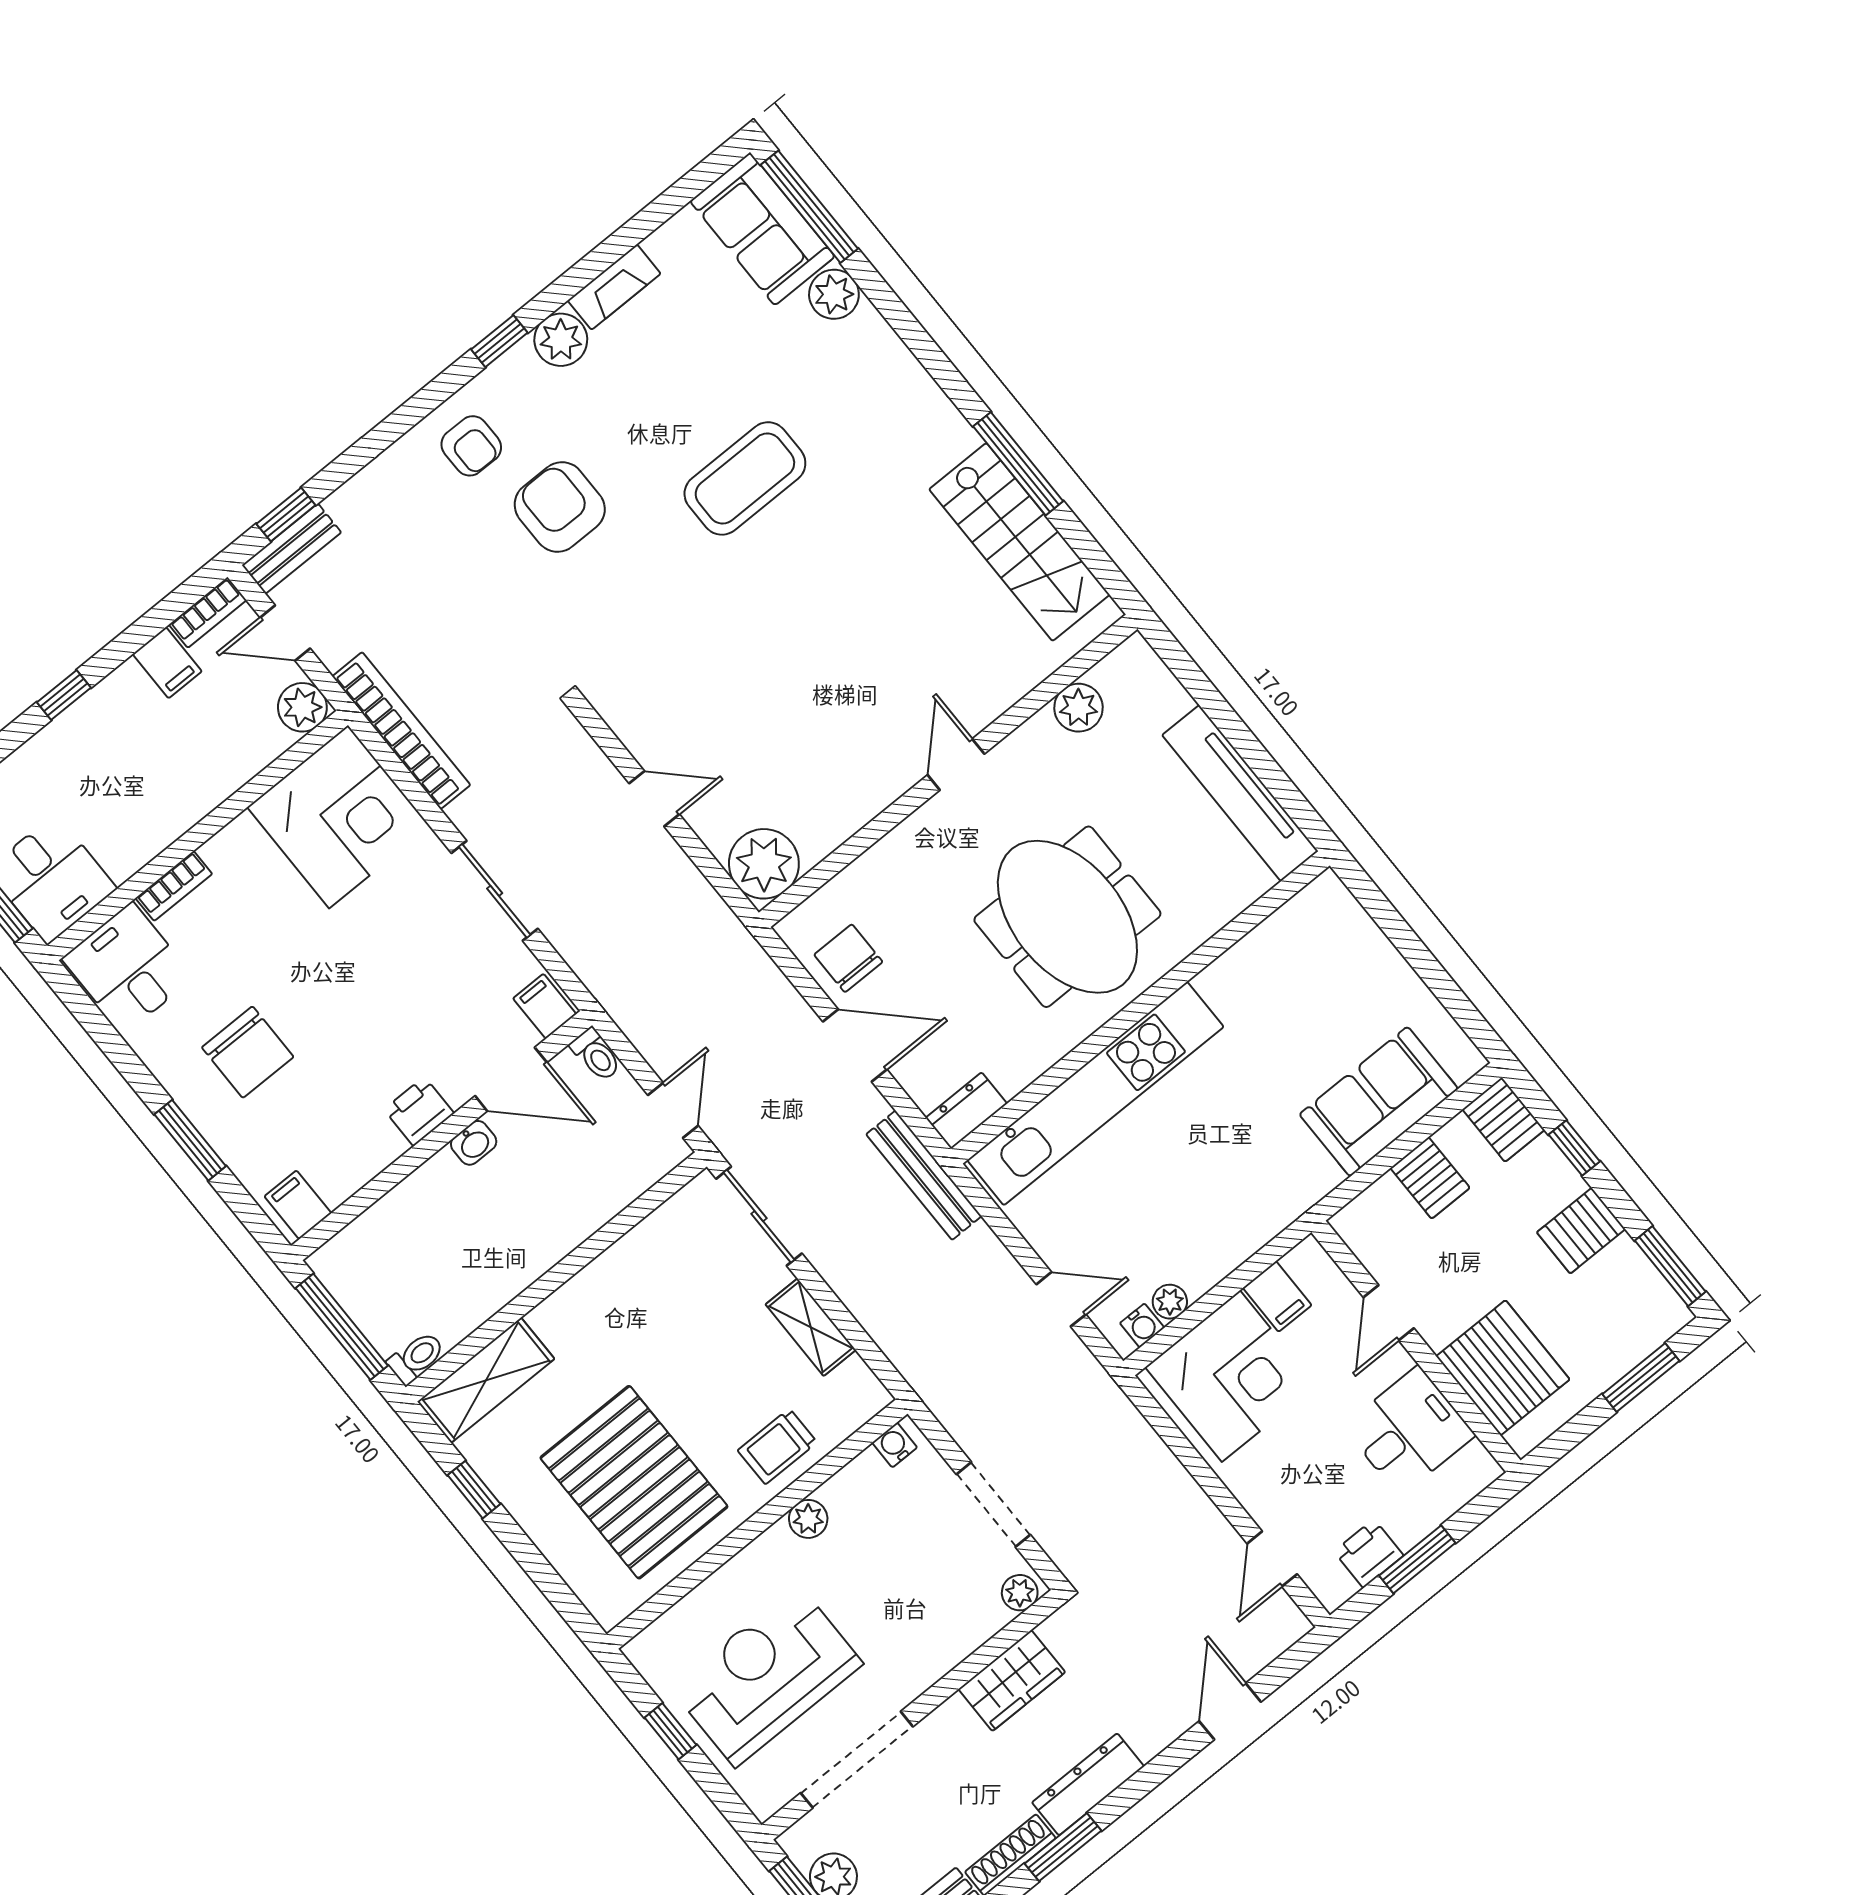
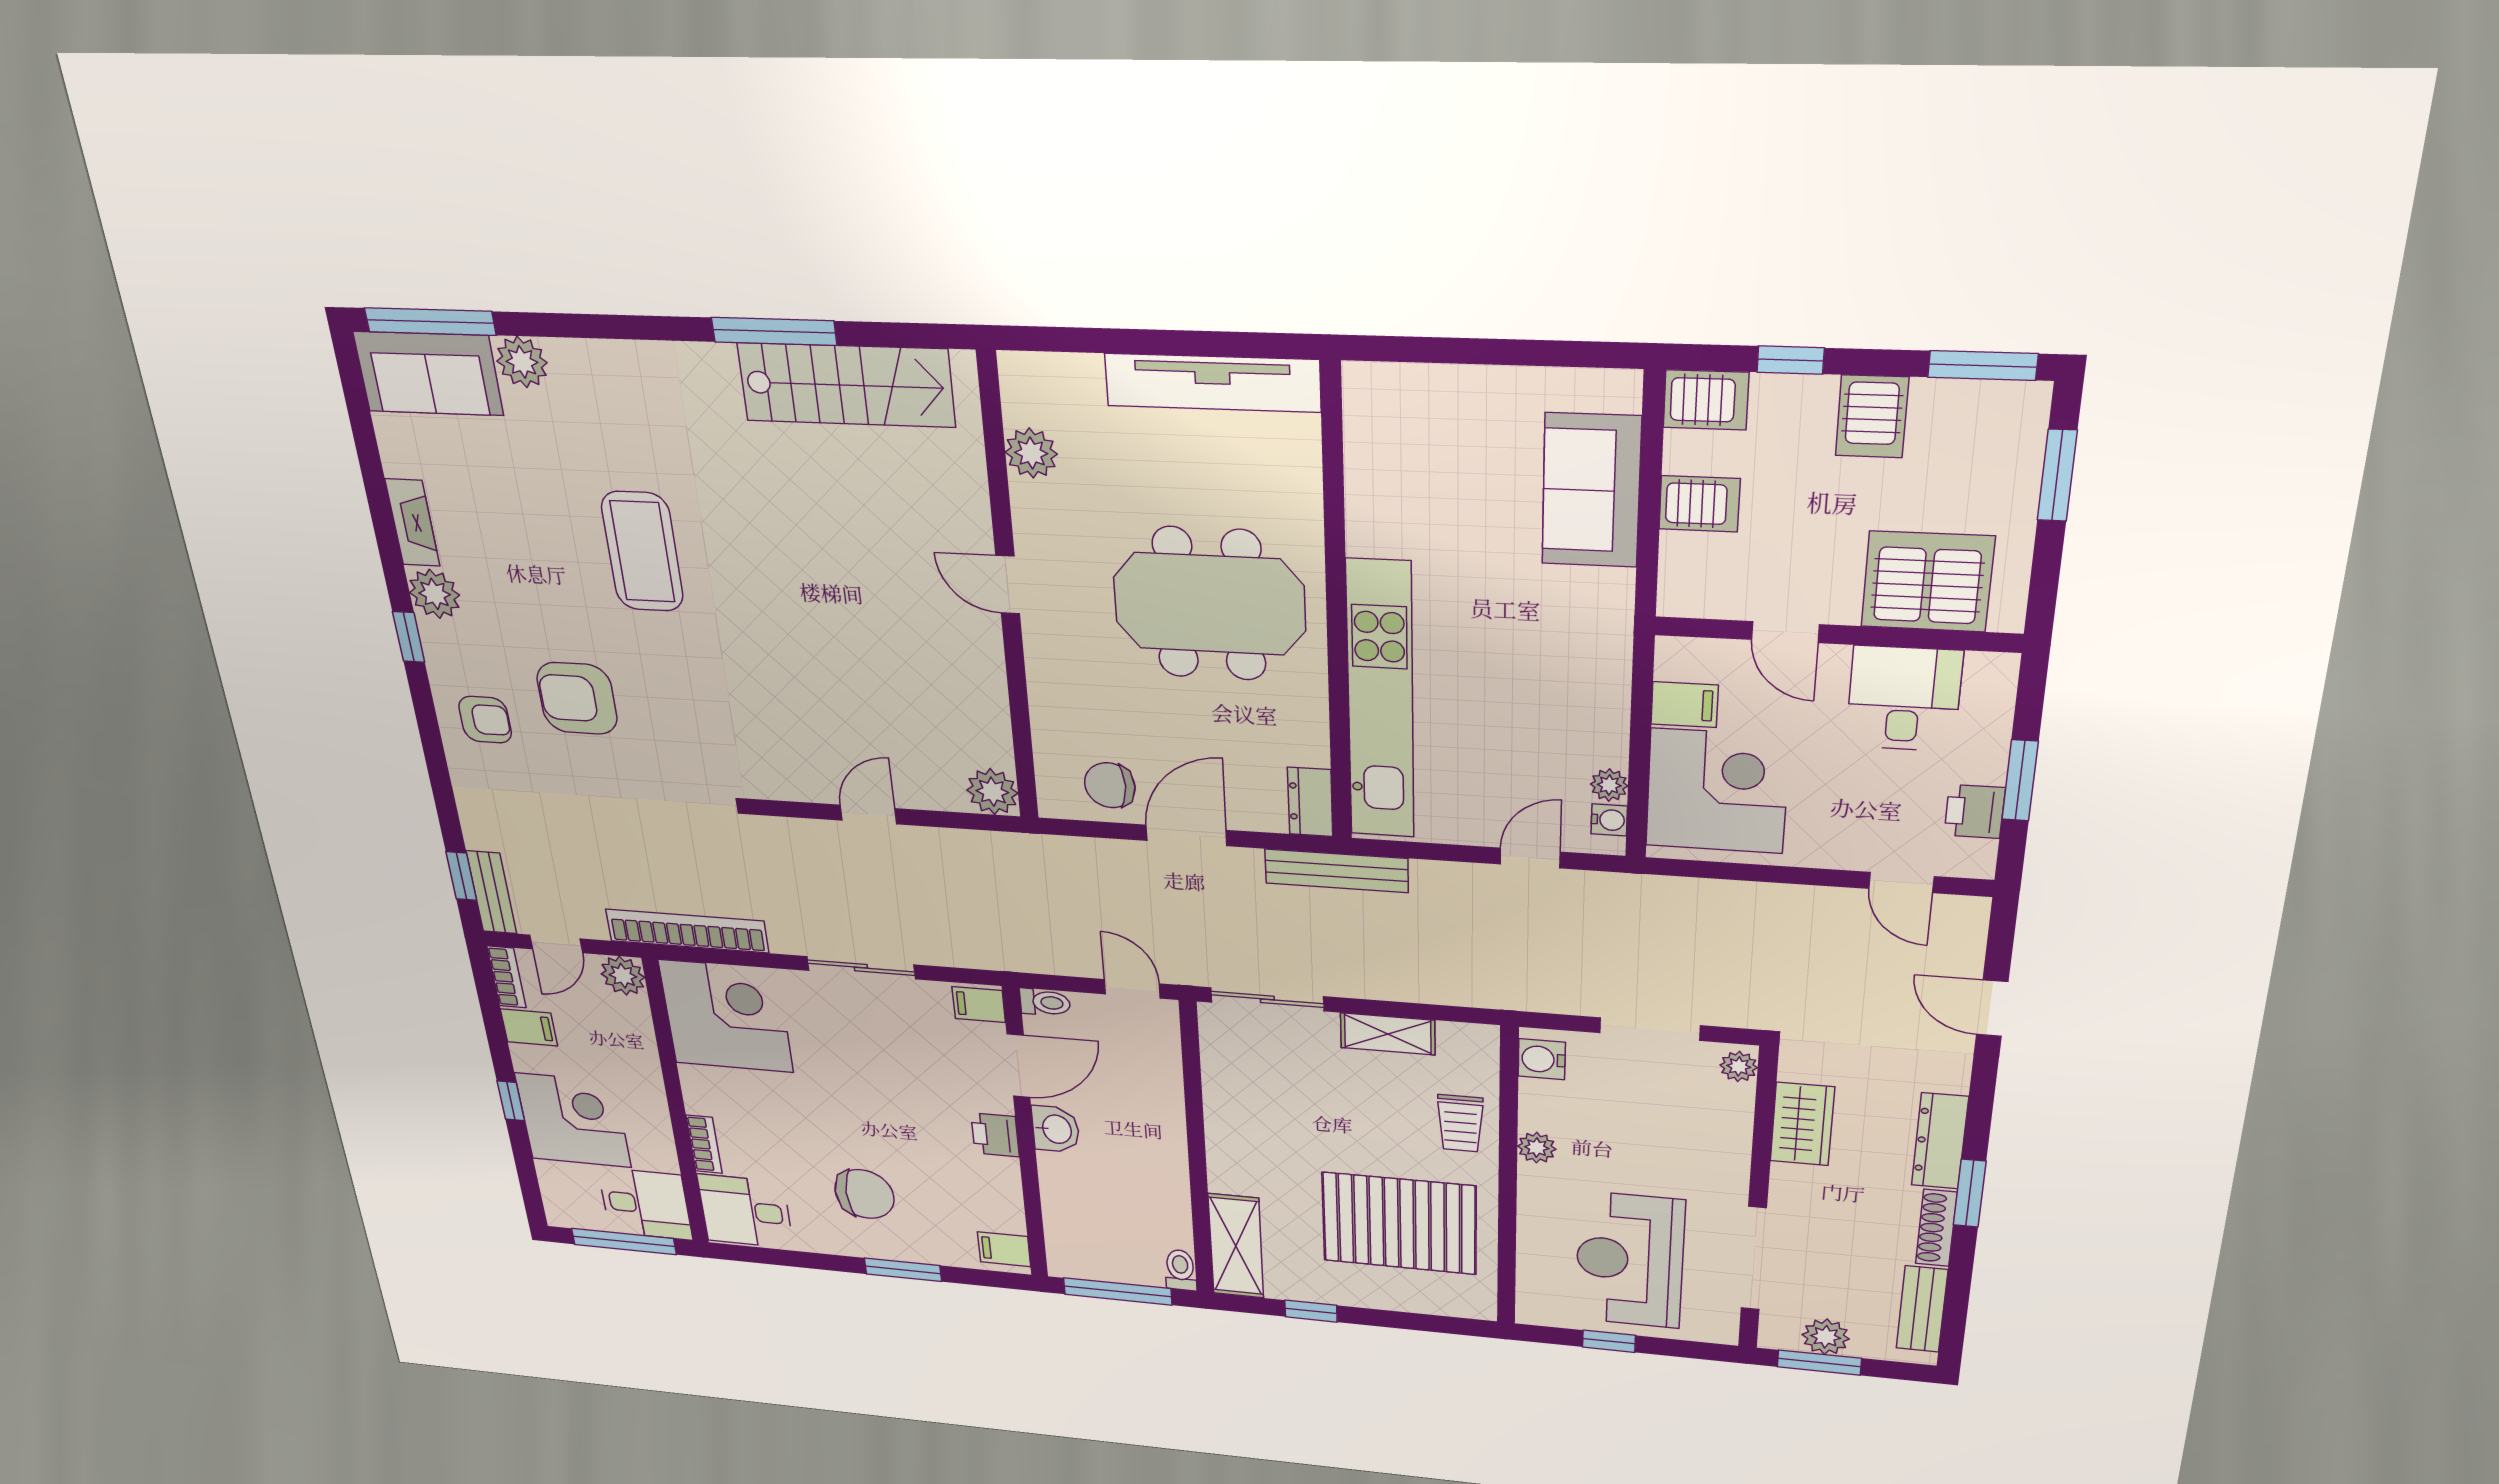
corner desk: (93, 761) -> (573, 1120), added
plant: (764, 864) -> (992, 792), width x0.73, depth x0.73
washbasin: (474, 1143) -> (1056, 1129), width x1.38, depth x1.45
water cooler: (895, 1445) -> (1542, 1059), width x1.38, depth x1.38

